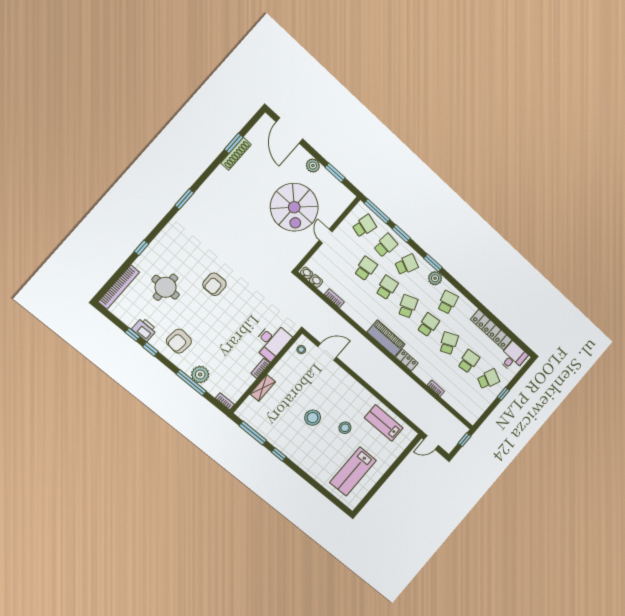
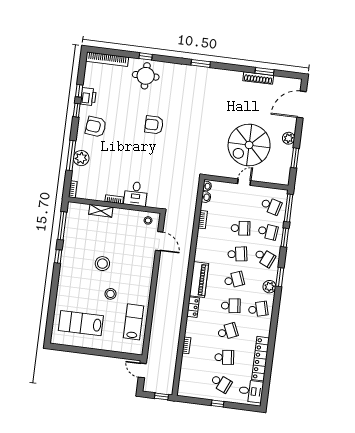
round table: (166, 287) -> (146, 76), moved
desk: (272, 341) -> (136, 194), width x0.73

